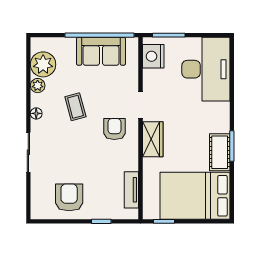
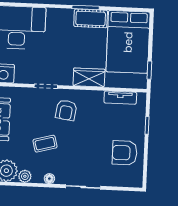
armchair: (114, 129) -> (66, 110), turned -82
wardrobe: (153, 139) -> (89, 77), moved

